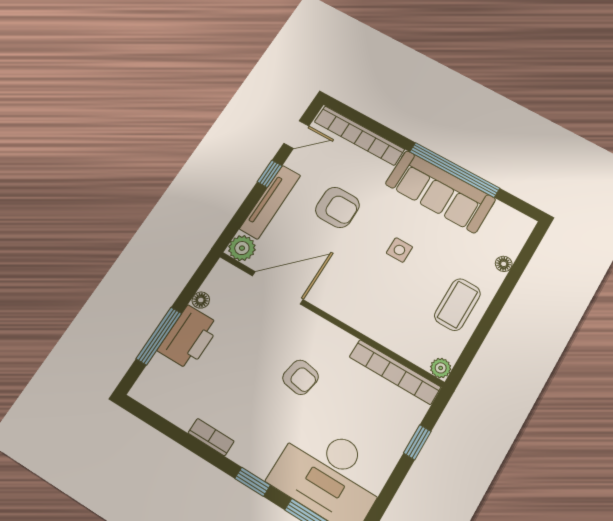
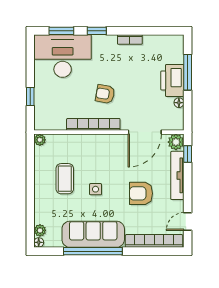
window: (270, 174) -> (188, 154), moved
plant: (516, 240) -> (40, 230), added
floor lamp: (504, 264) -> (39, 242), moved
coffee table: (457, 305) -> (65, 179), moved
bookcase: (395, 372) -> (93, 124), moved

